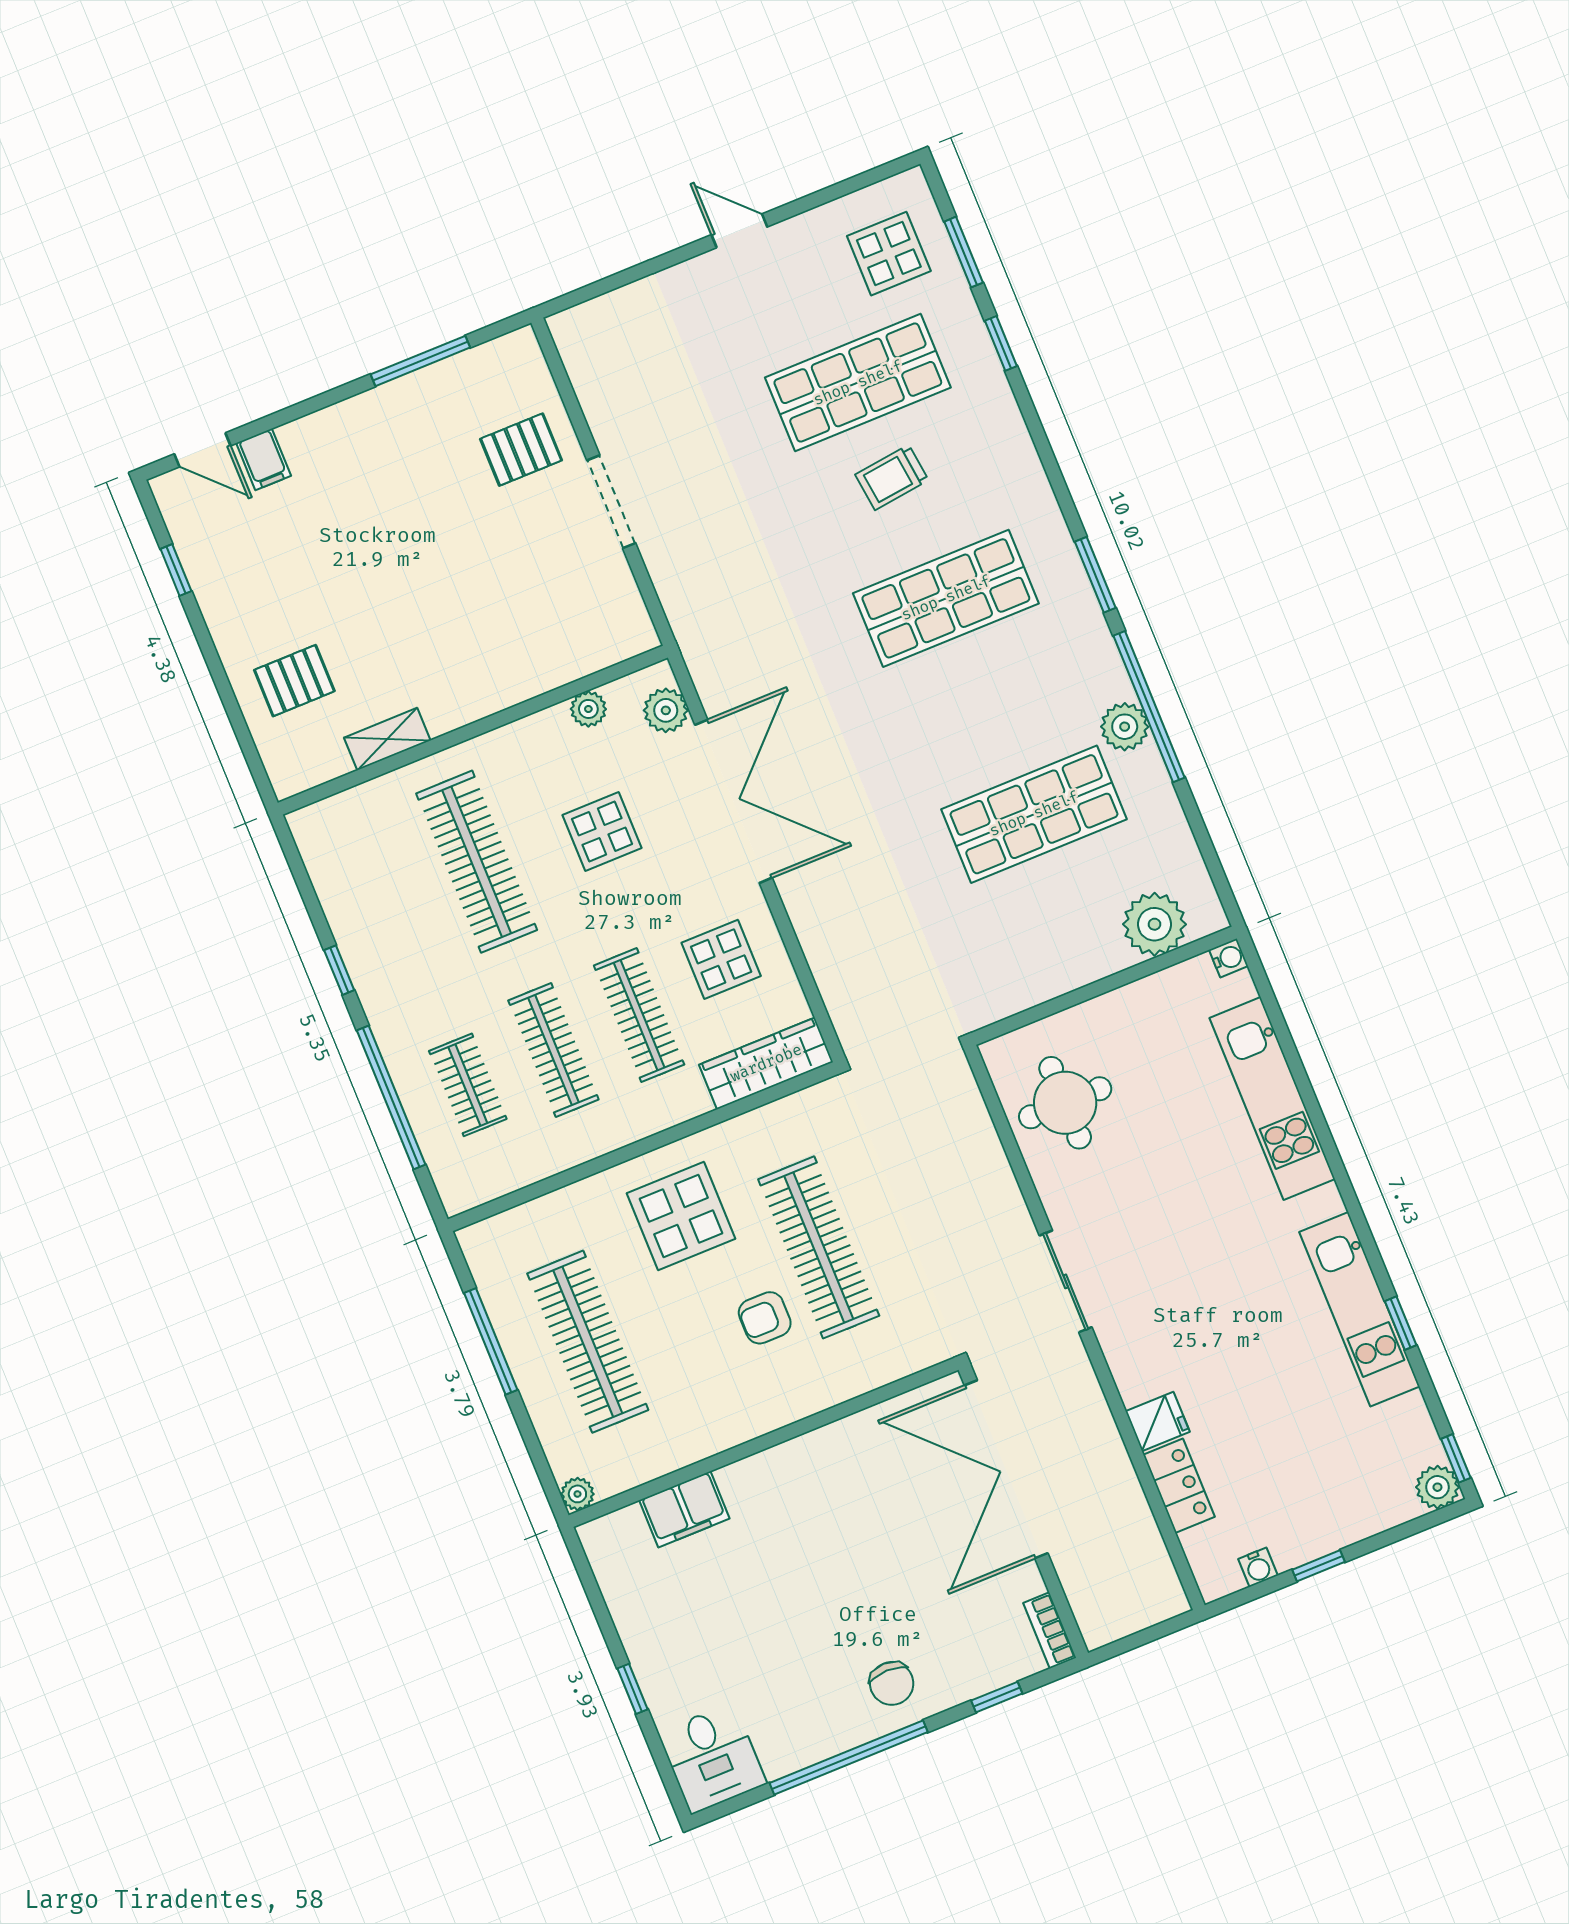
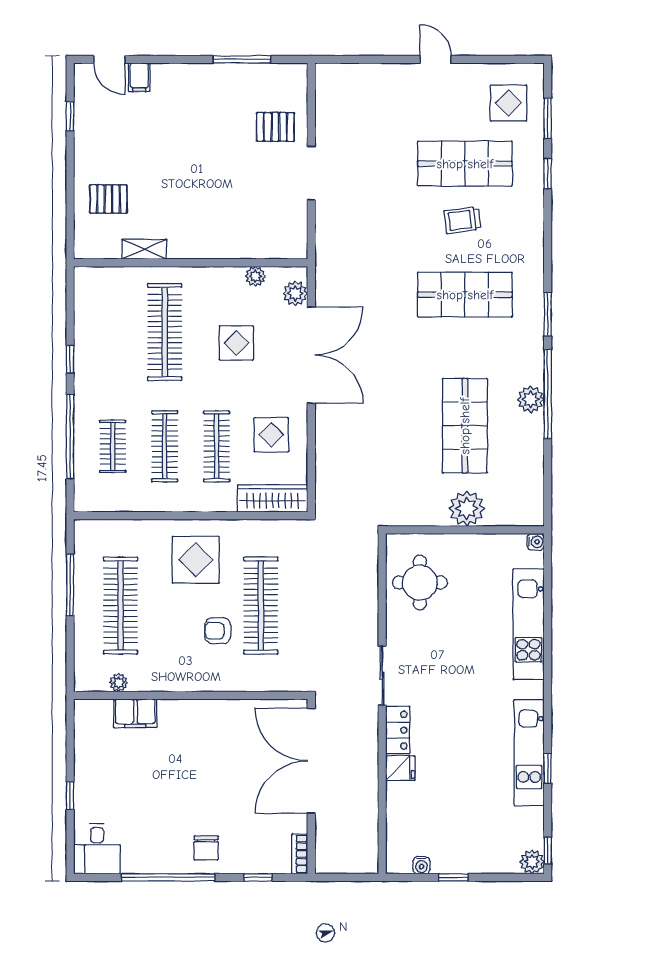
shop shelf: (1034, 814) -> (465, 426), turned 90
plant: (1154, 924) -> (467, 509), moved
locker: (1179, 1486) -> (398, 730), moved
plant: (577, 1494) -> (119, 683), moved

